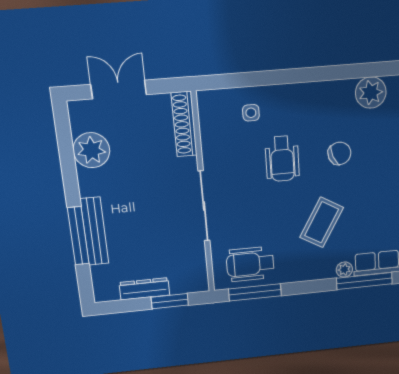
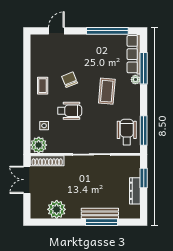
double door: (119, 89) -> (27, 180), moved
plant: (371, 93) -> (39, 145), moved
coffee table: (326, 104) -> (43, 86), added
coffee table: (322, 222) -> (107, 91), turned 65
wheelchair: (250, 264) -> (127, 132), turned 180

